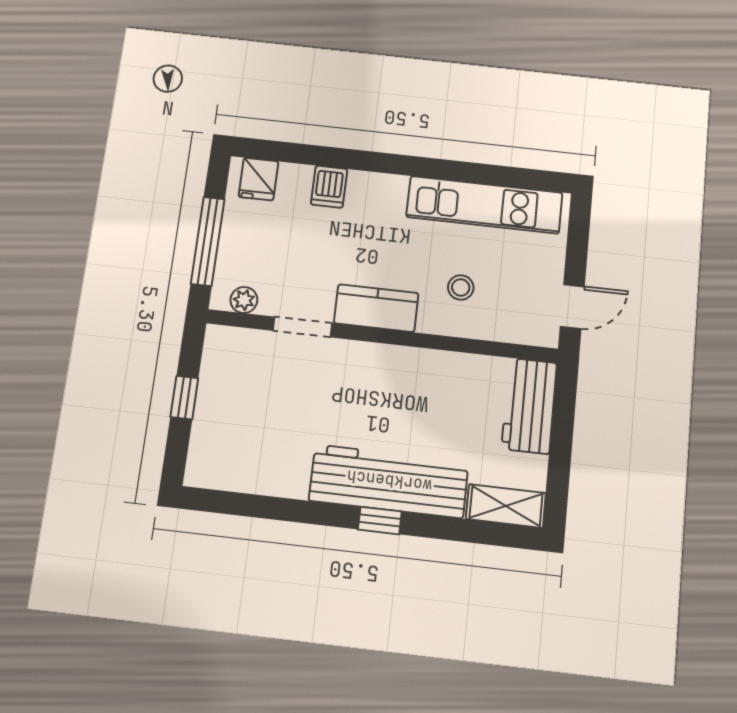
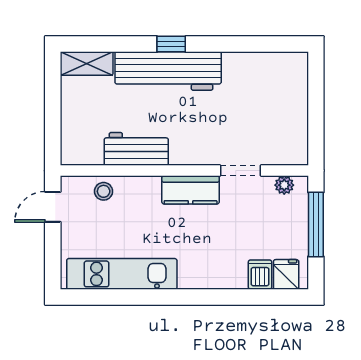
dishwasher: (329, 187) -> (260, 275), moved
stool: (461, 287) -> (104, 191), moved
window: (184, 398) -> (316, 112), removed
workbench: (529, 406) -> (136, 149), moved, turned -90

